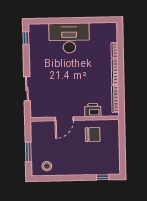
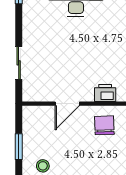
chair: (93, 135) -> (104, 125), turned -92

